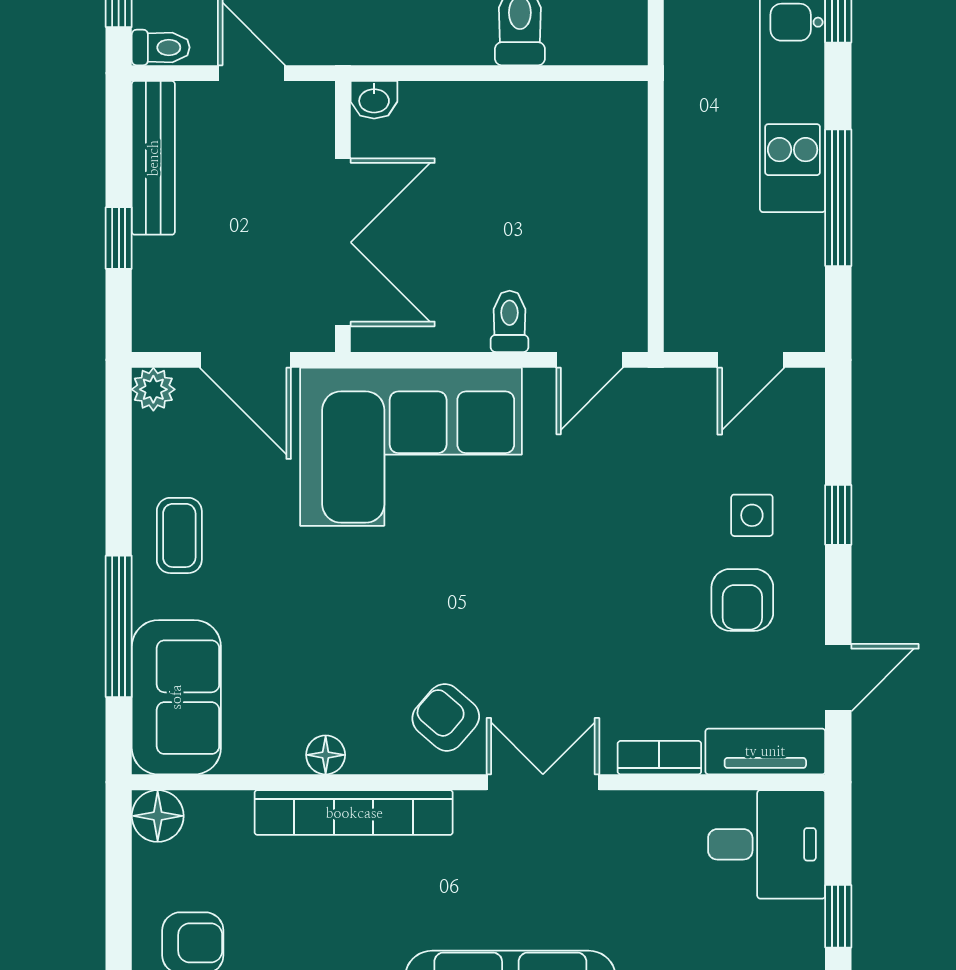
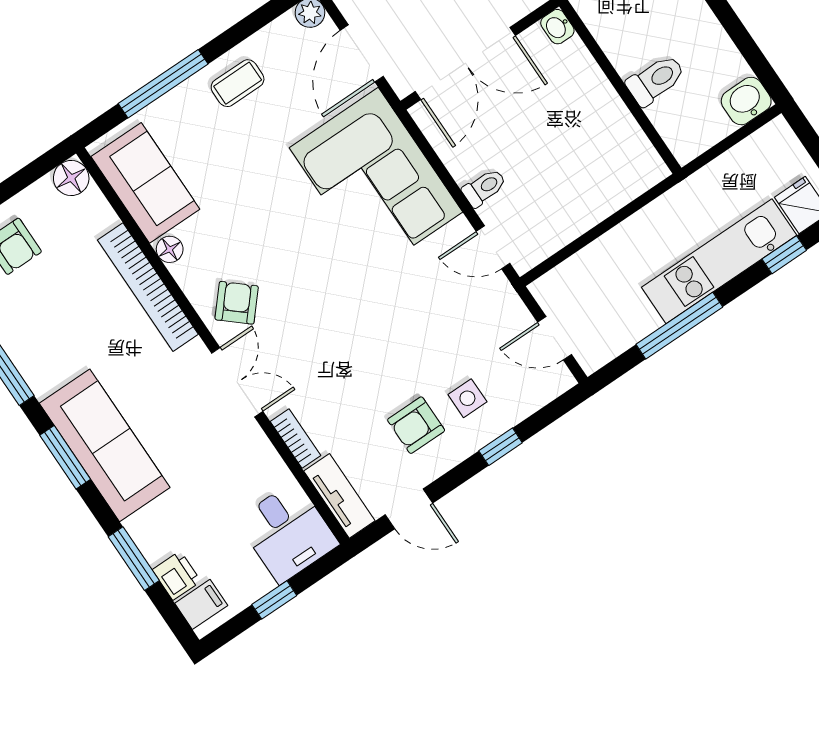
sofa: (176, 697) -> (145, 183), moved, turned -90

